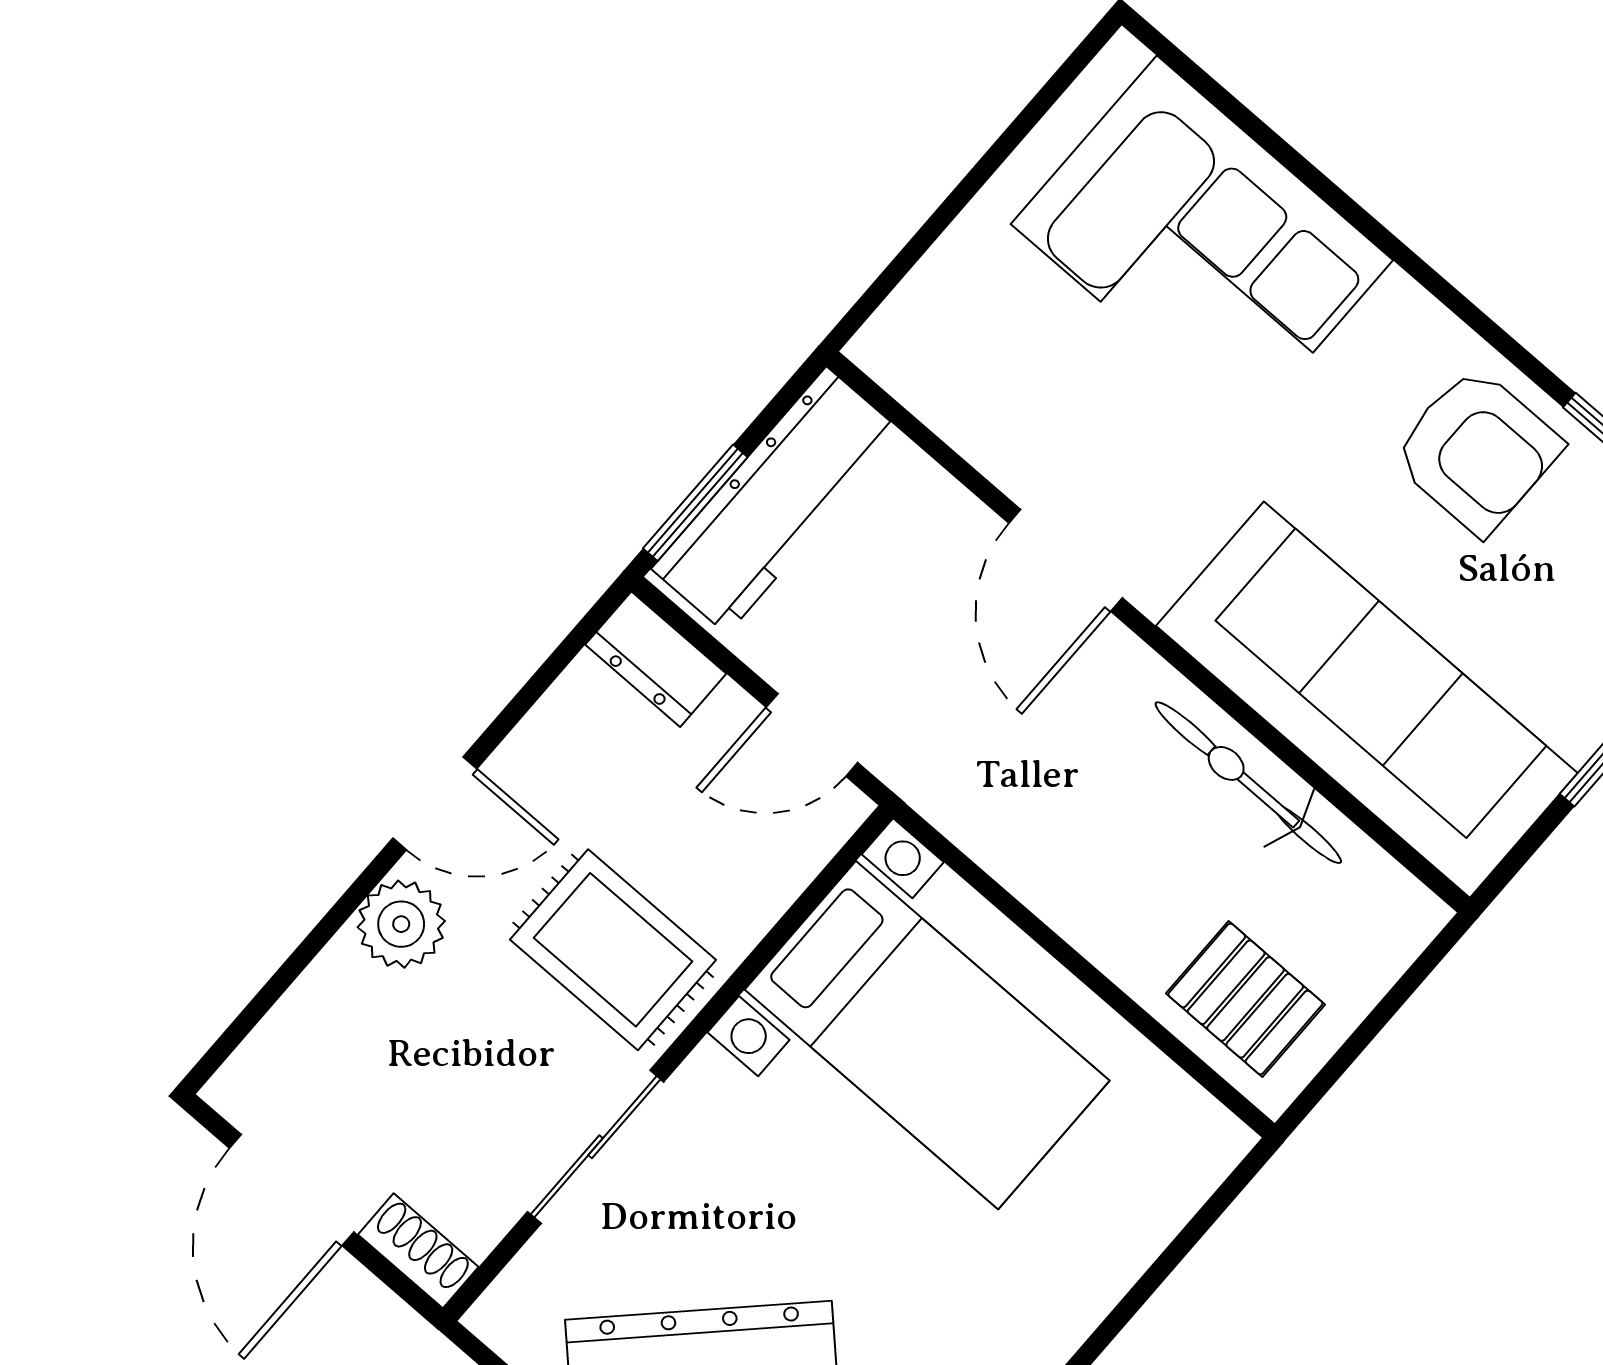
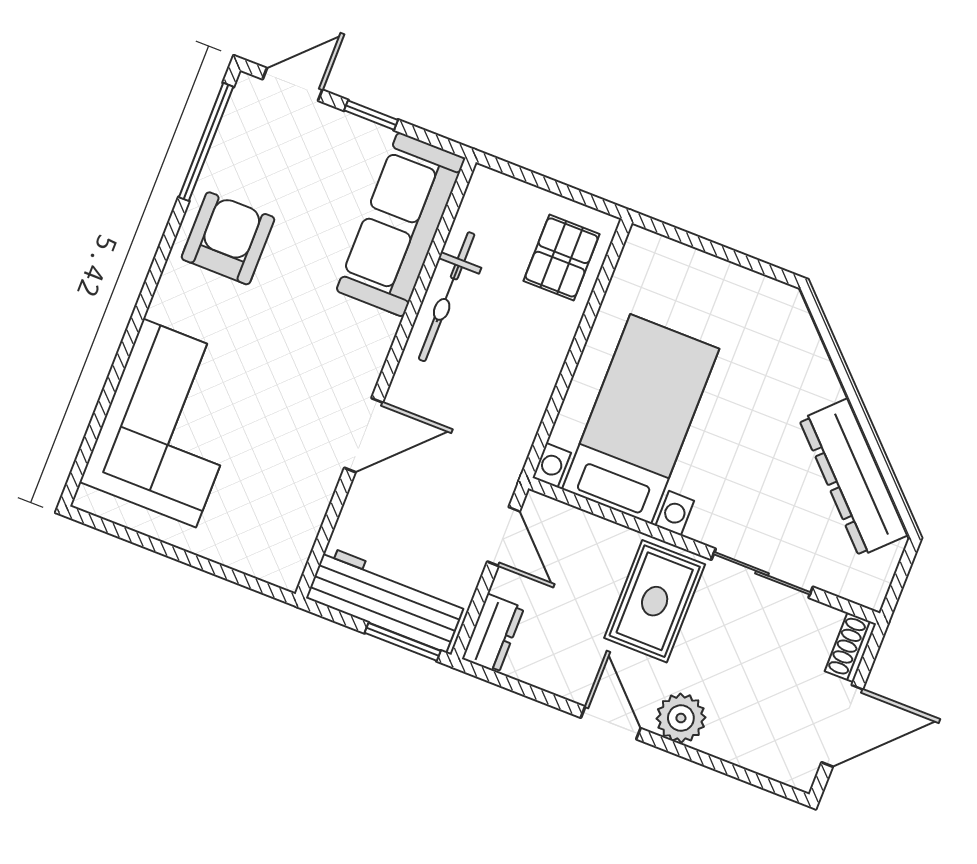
sofa: (1367, 700) -> (401, 224), width x0.74, depth x0.79

